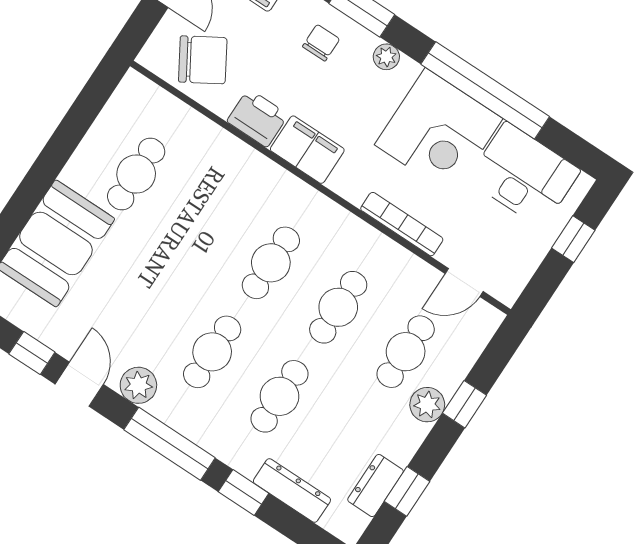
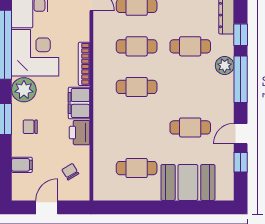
plant: (386, 57) -> (24, 90), width x1.88, depth x1.88
chair: (203, 60) -> (70, 172), width x0.54, depth x0.54
bookcase: (402, 224) -> (84, 64), moved
cafe table: (212, 352) -> (190, 127), moved
plant: (138, 385) -> (225, 66), moved

